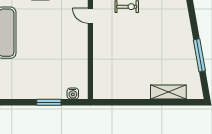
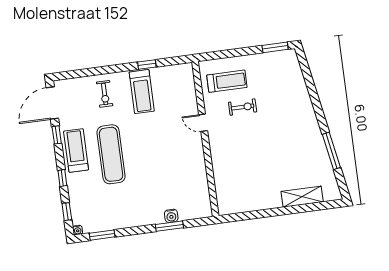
water cooler: (73, 94) -> (171, 216), moved

